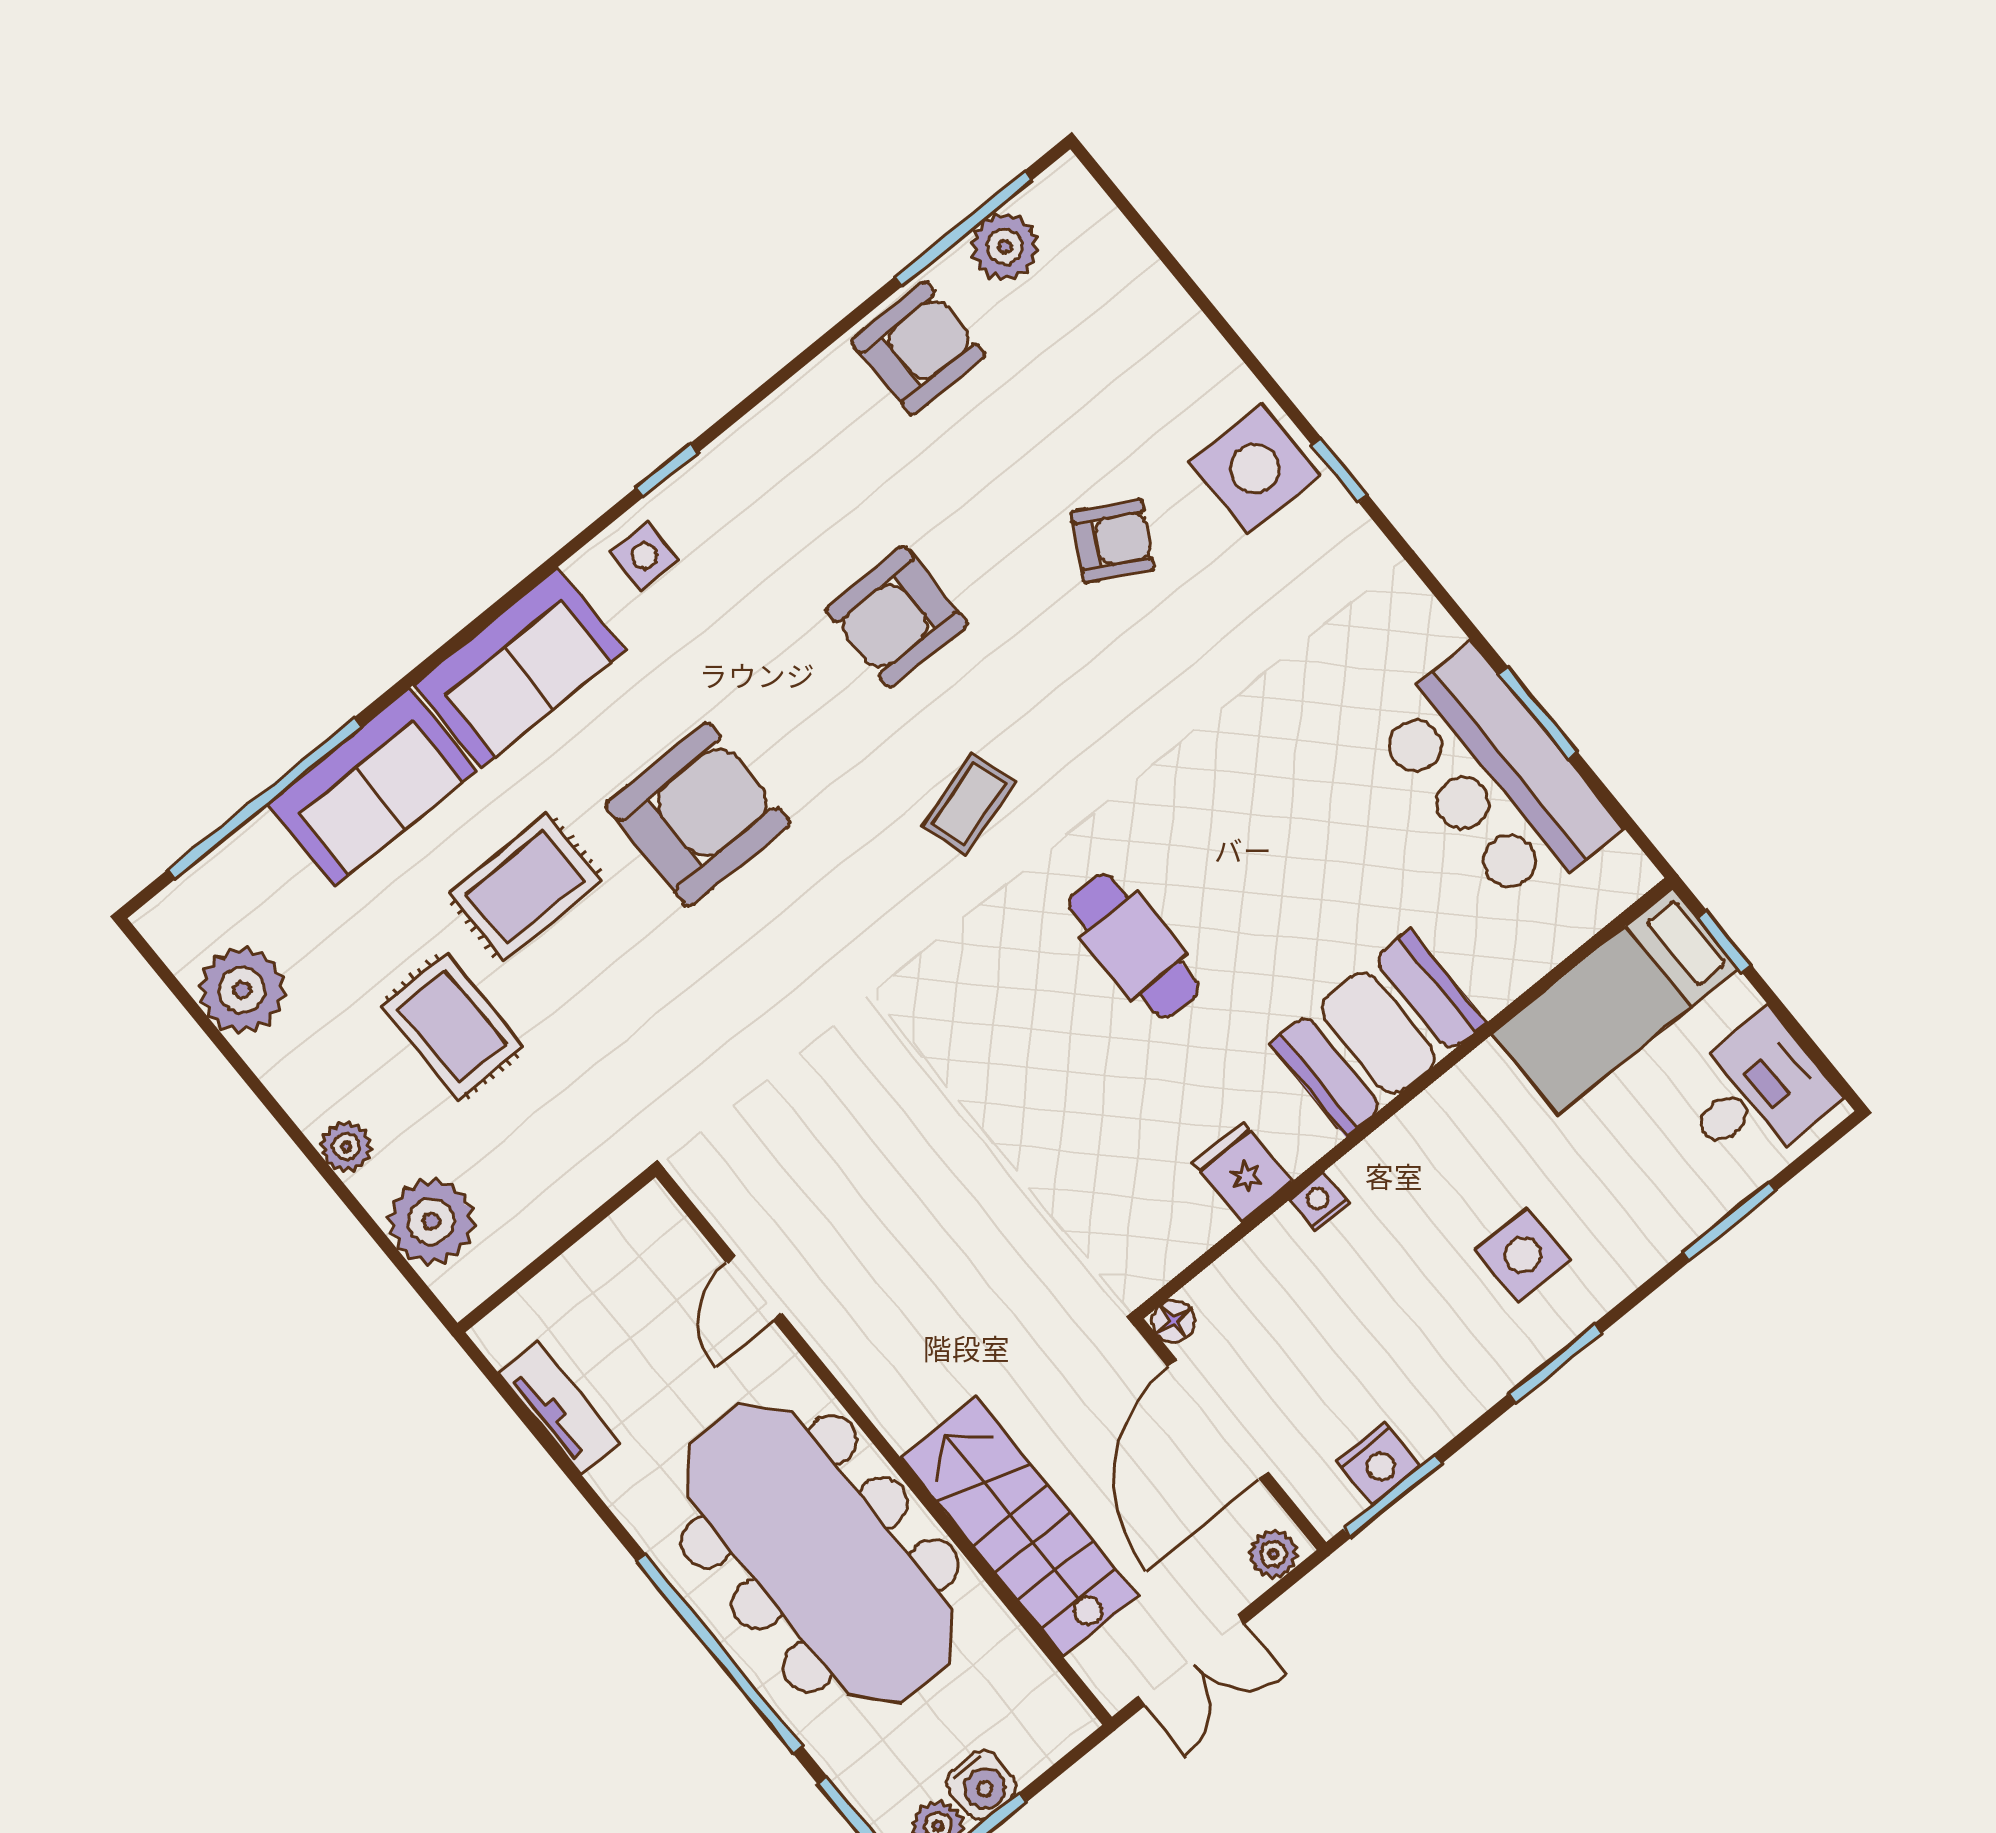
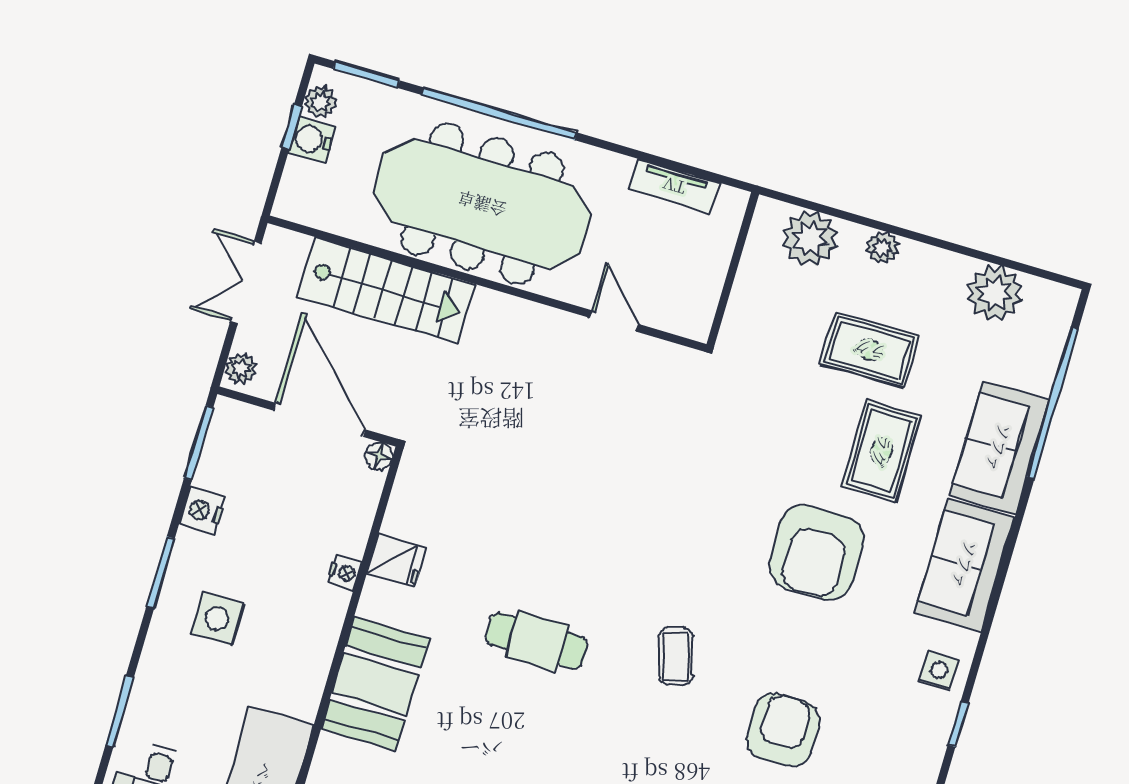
nightstand: (1378, 1463) -> (202, 511), moved

